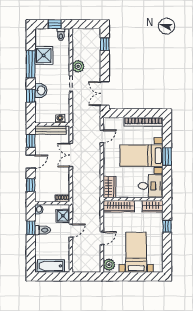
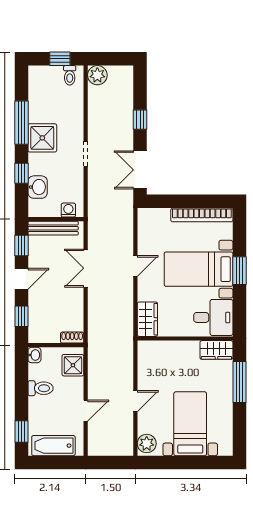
window: (105, 44) -> (140, 120), moved
shower: (44, 56) -> (42, 138), moved
plant: (78, 66) -> (97, 75), moved
washbasin: (41, 90) -> (38, 187), moved
door: (102, 136) -> (135, 266), moved
wardrobe: (119, 206) -> (162, 350), removed
window: (167, 226) -> (239, 382), width x2.17
window: (31, 228) -> (21, 431), moved
door: (71, 230) -> (86, 411), moved

